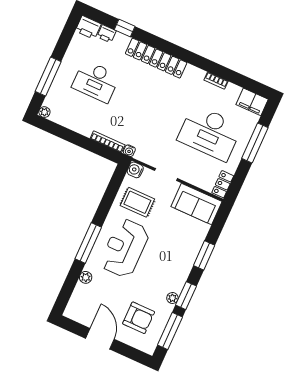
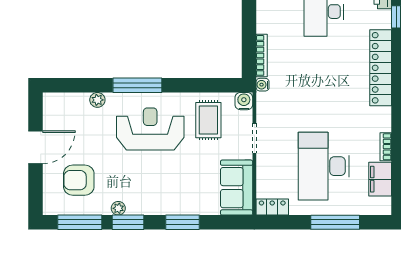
filing cabinet: (252, 102) -> (380, 179), moved
armchair: (139, 318) -> (79, 180), turned 90

